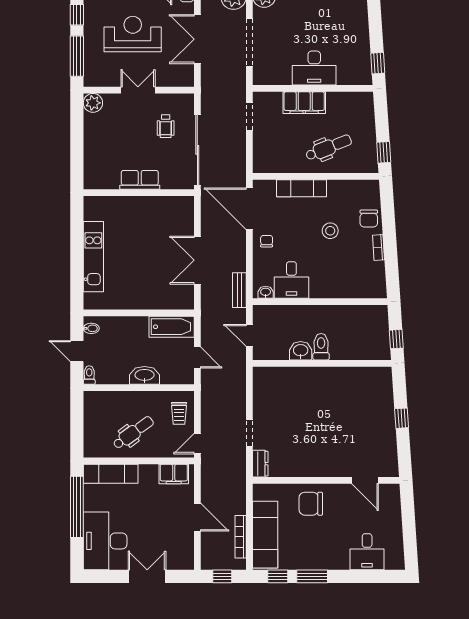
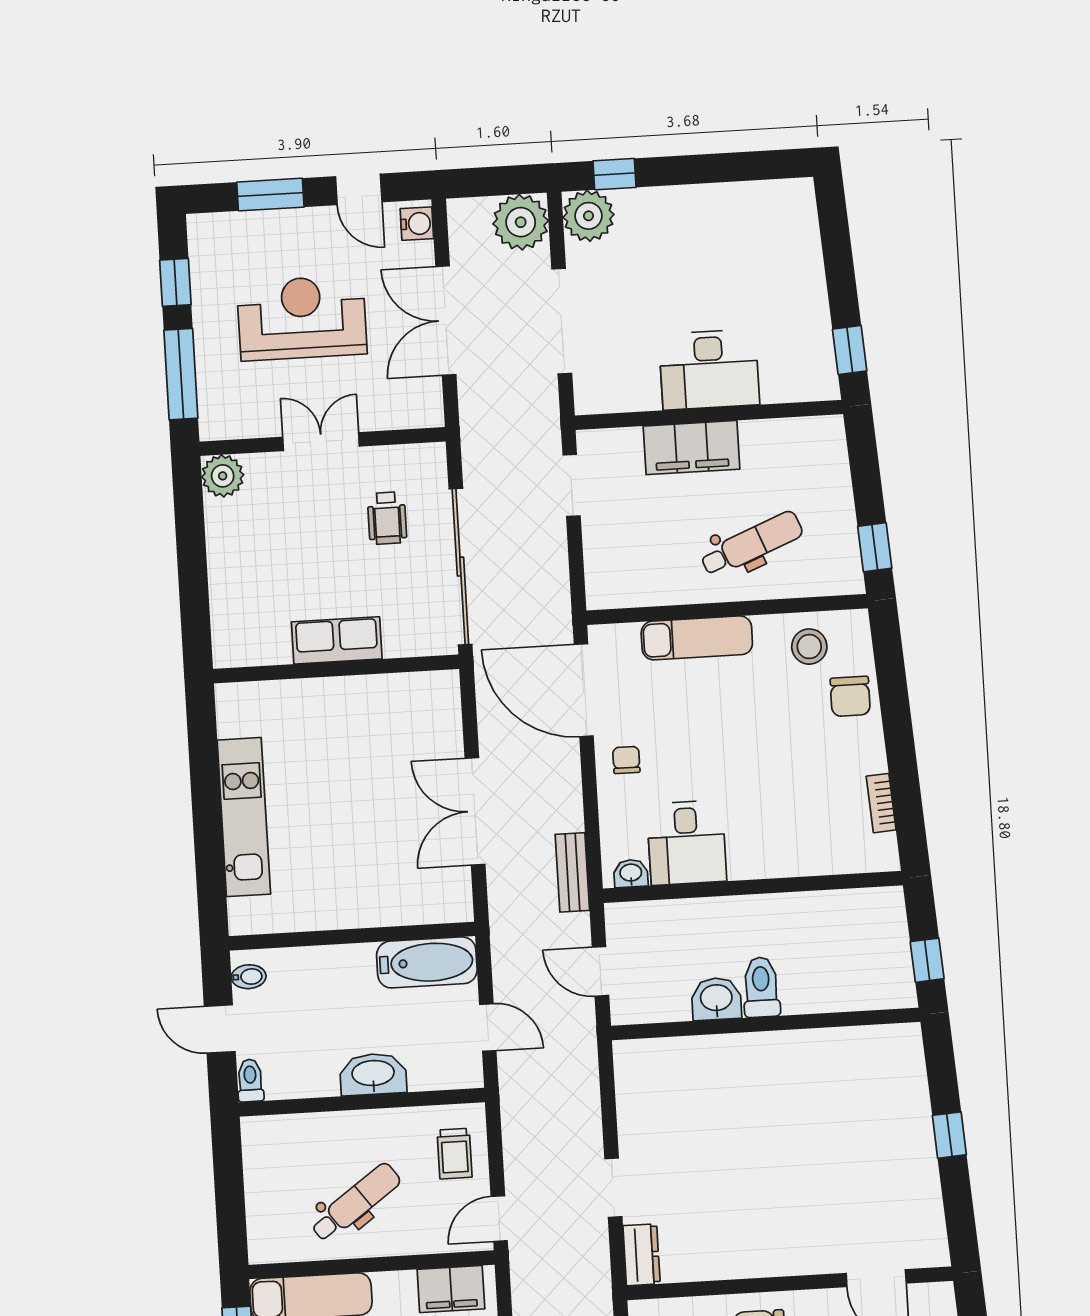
stool: (330, 231) -> (809, 647), moved
bookcase: (378, 248) -> (881, 803), moved

